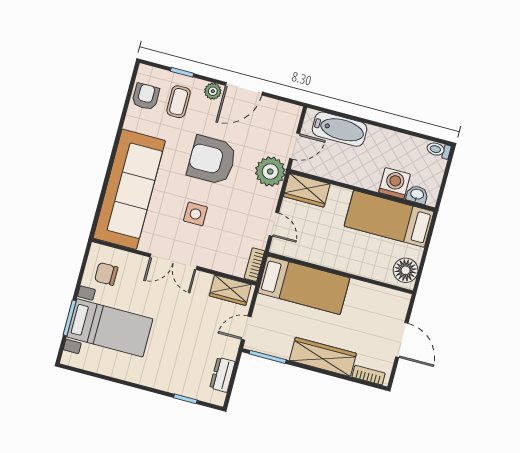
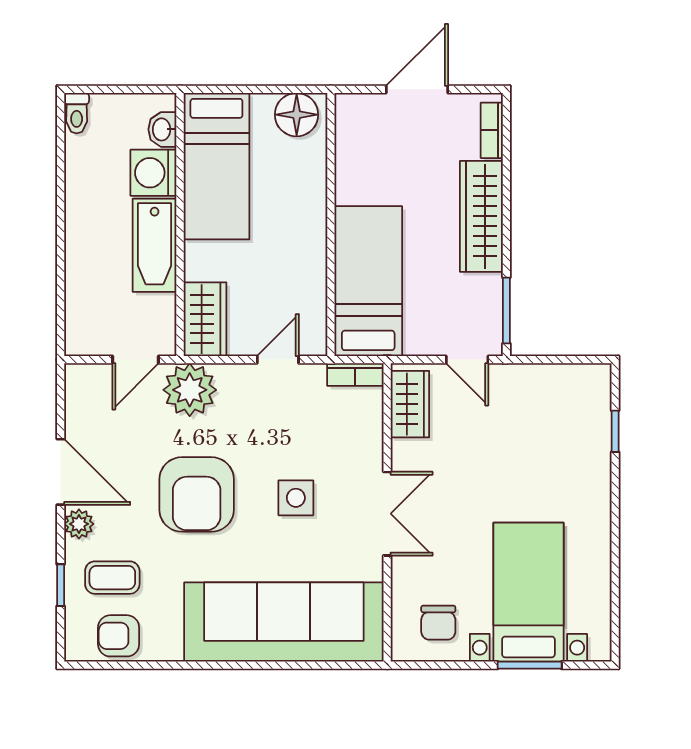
bathtub: (340, 129) -> (155, 245), moved, turned 180
door: (295, 146) -> (135, 360), swing flipped
dresser: (222, 375) -> (557, 379), removed

